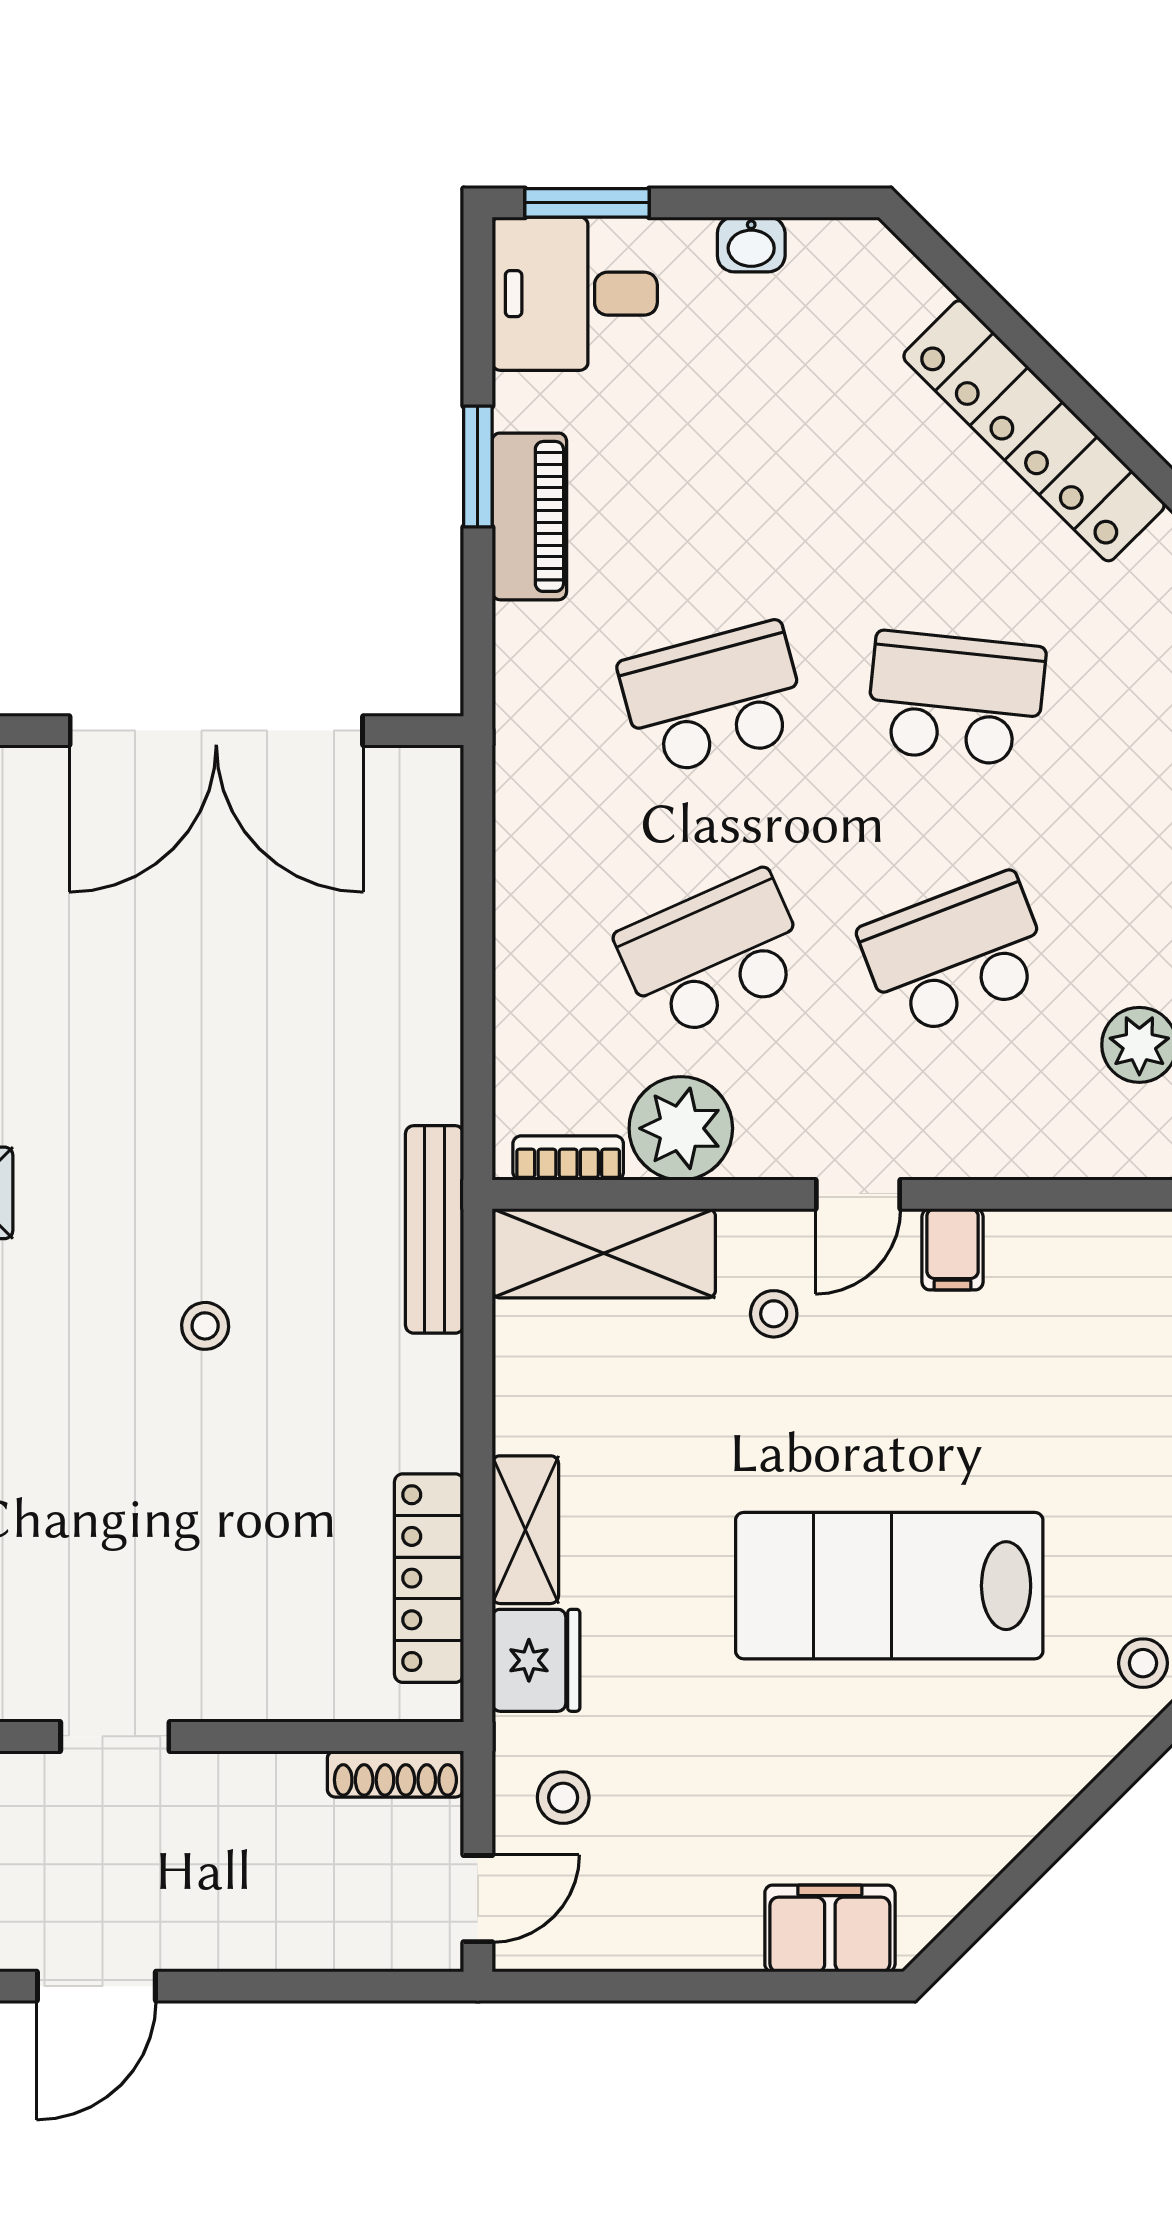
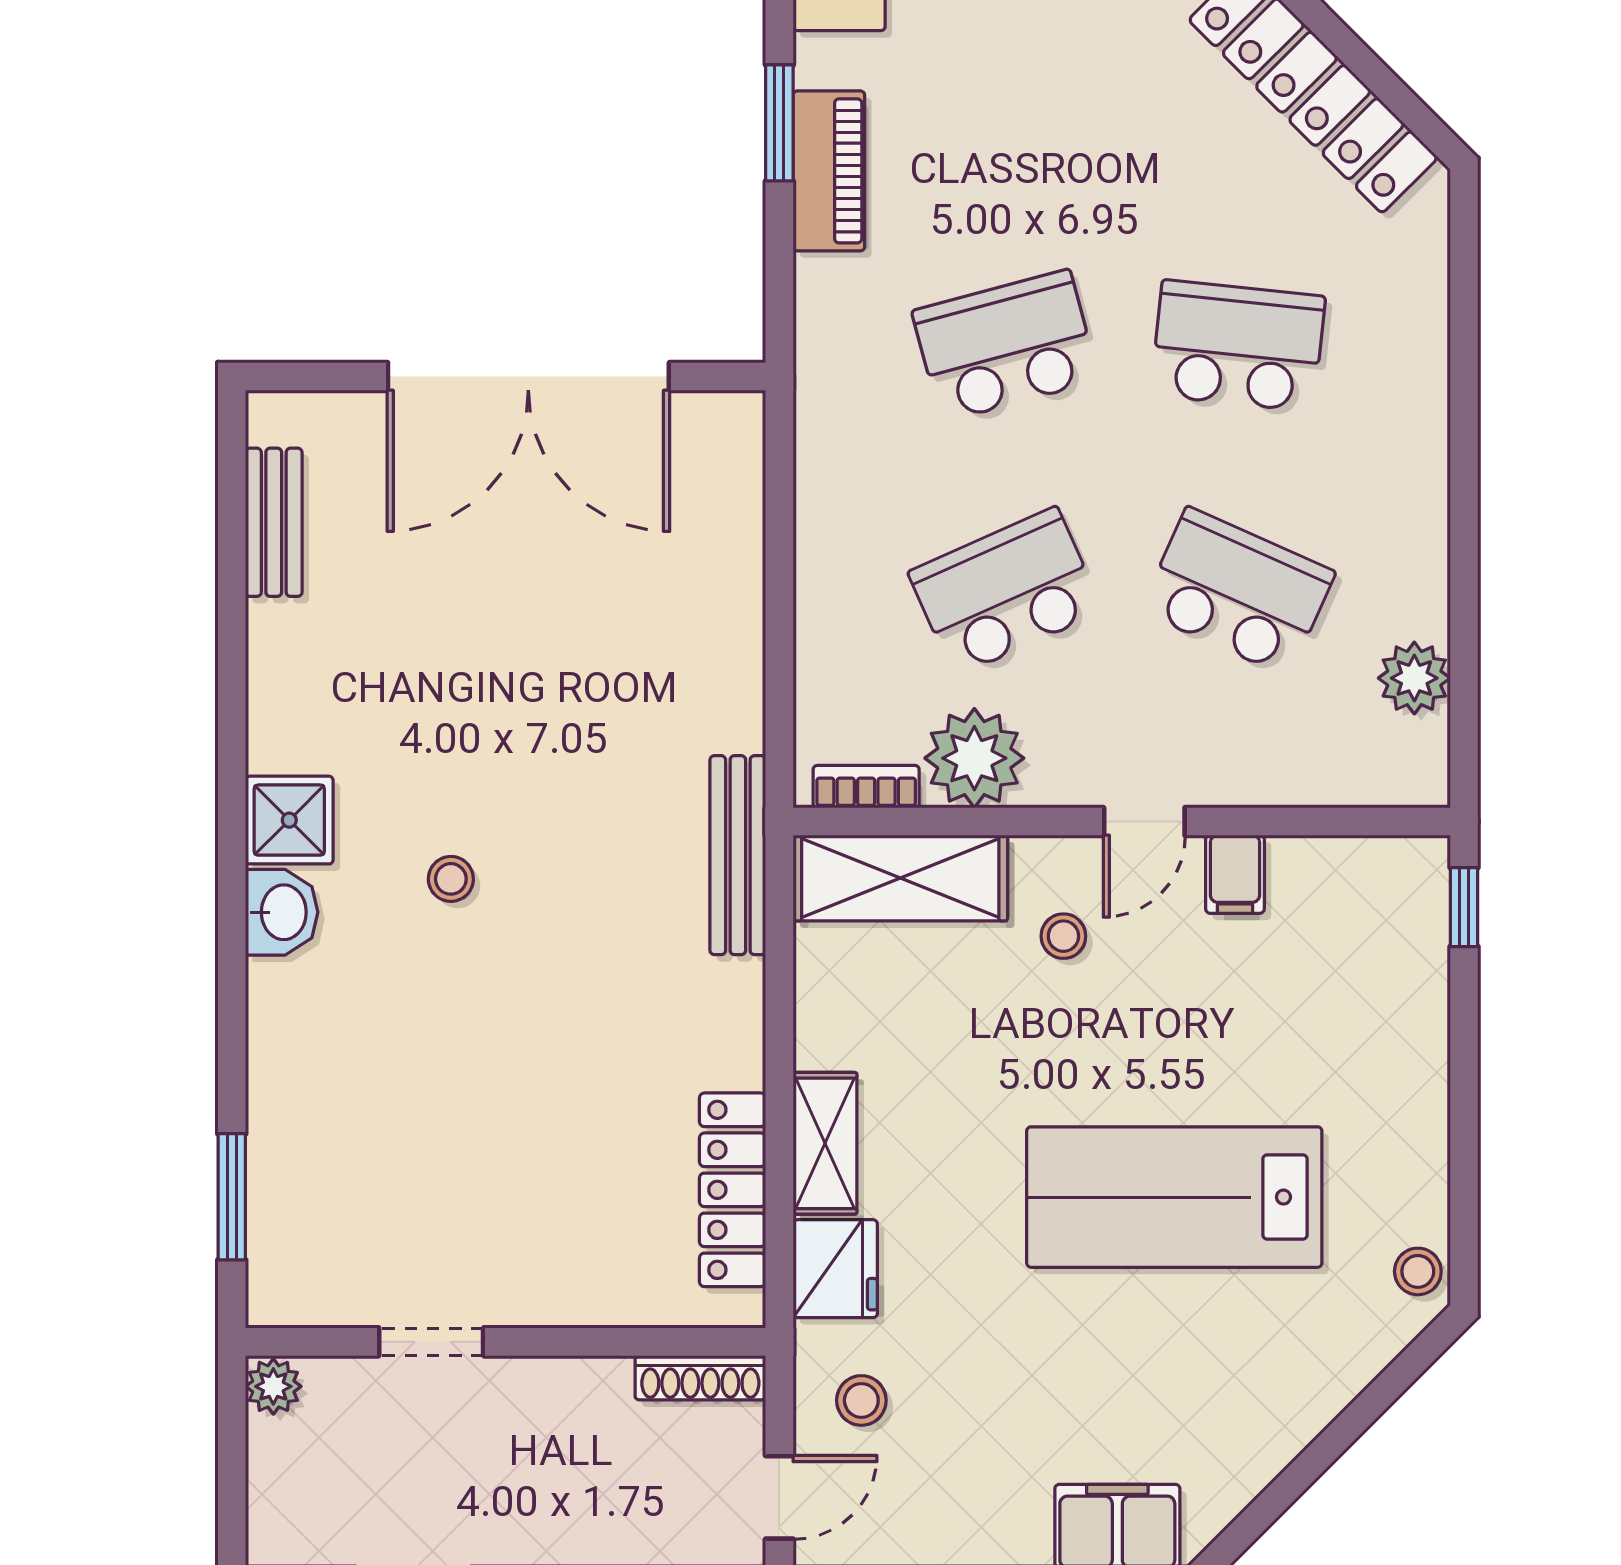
school desk: (956, 955) -> (1238, 592), turned 45
stool: (205, 1326) -> (451, 879), moved

